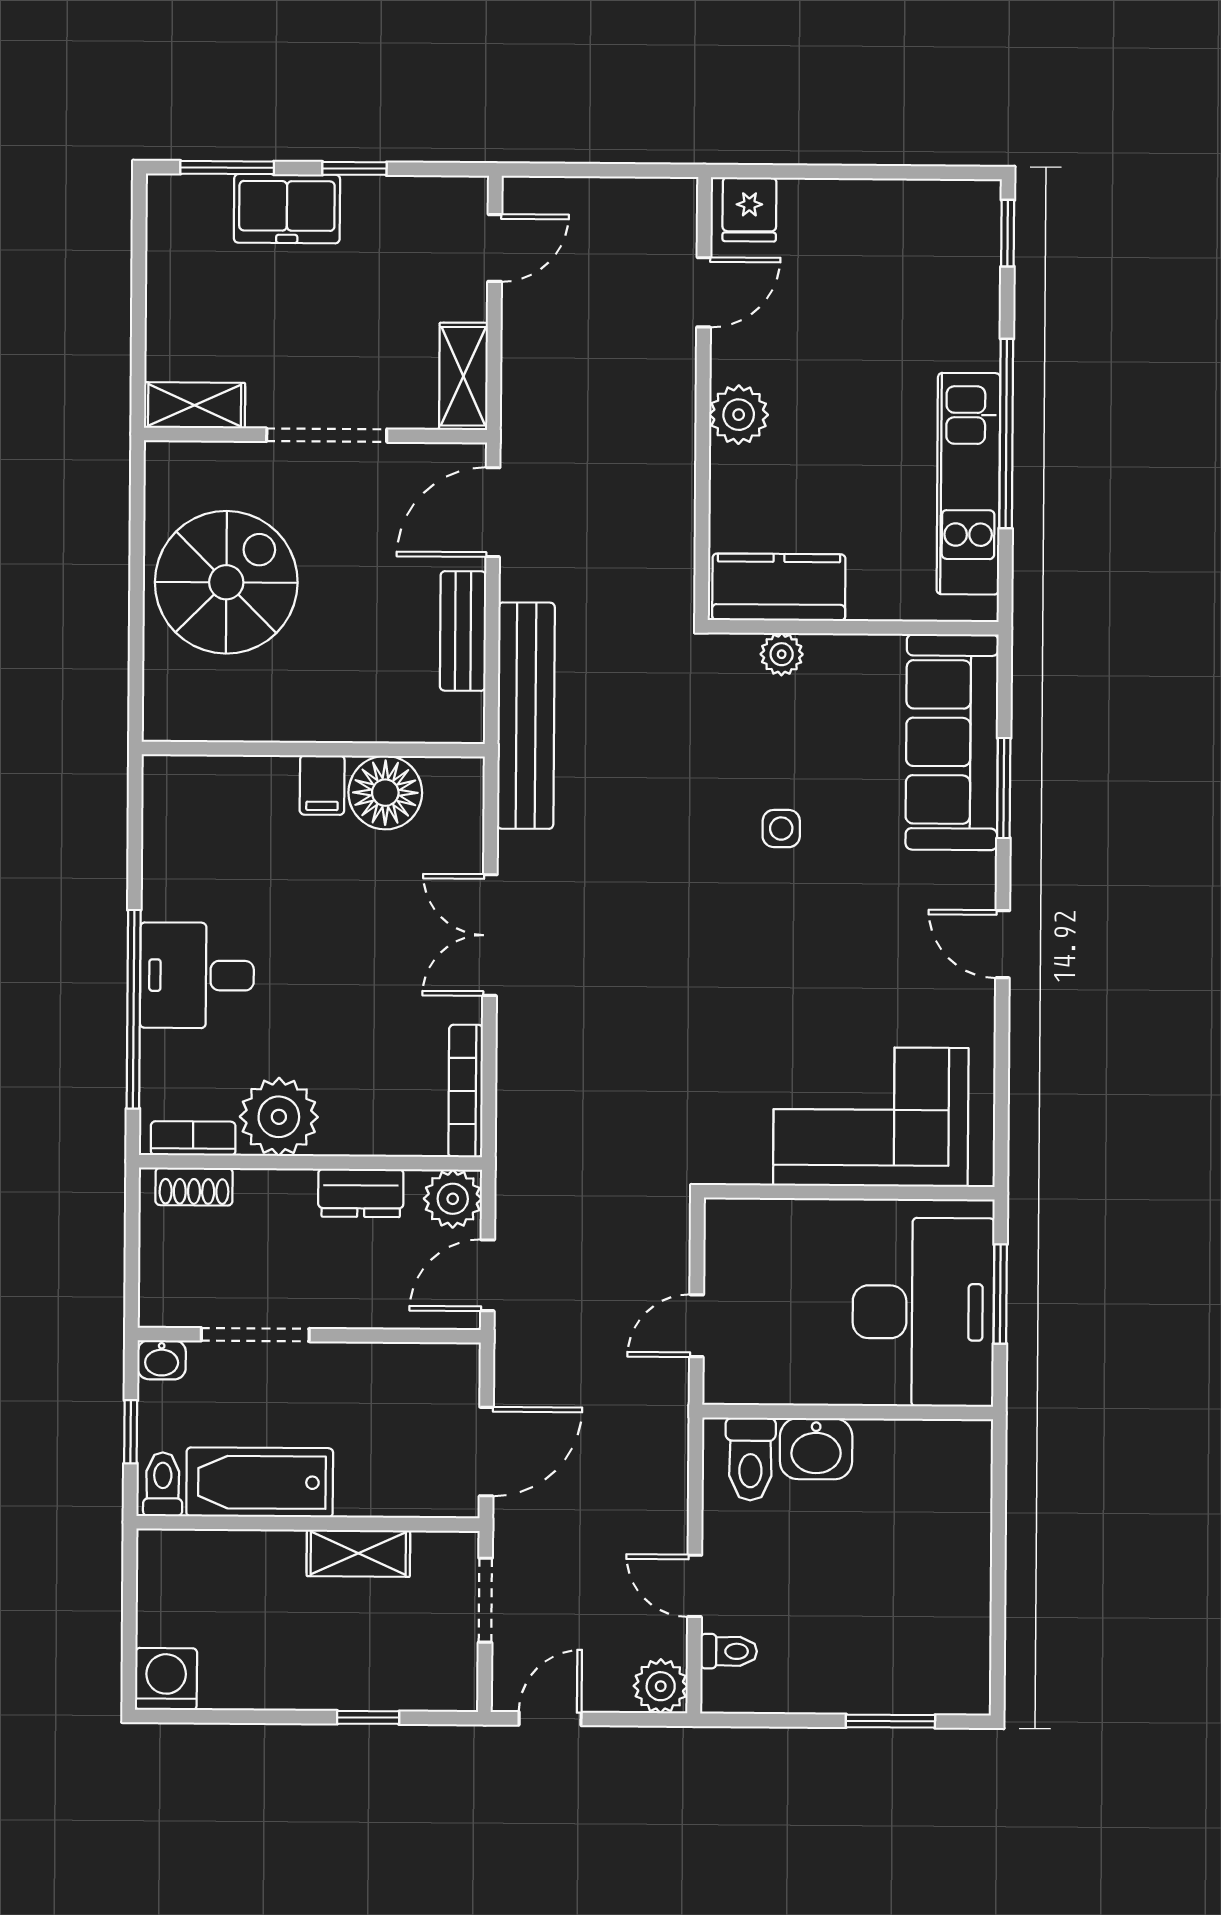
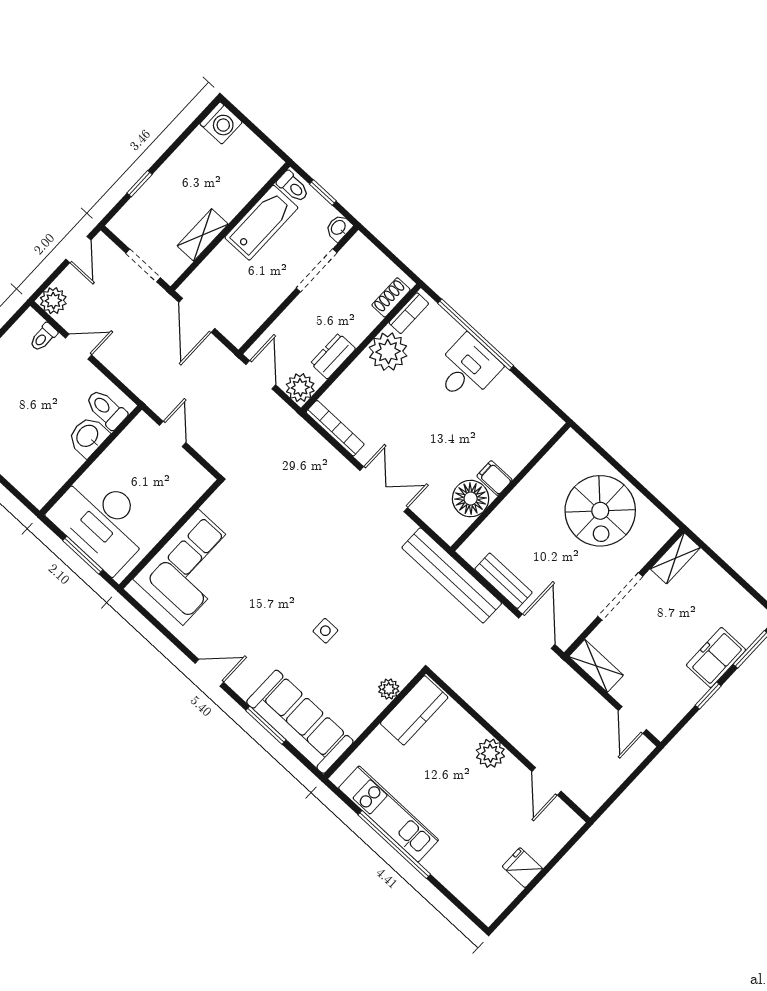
fridge: (749, 209) -> (522, 868), moved
window: (1008, 233) -> (467, 912), removed

